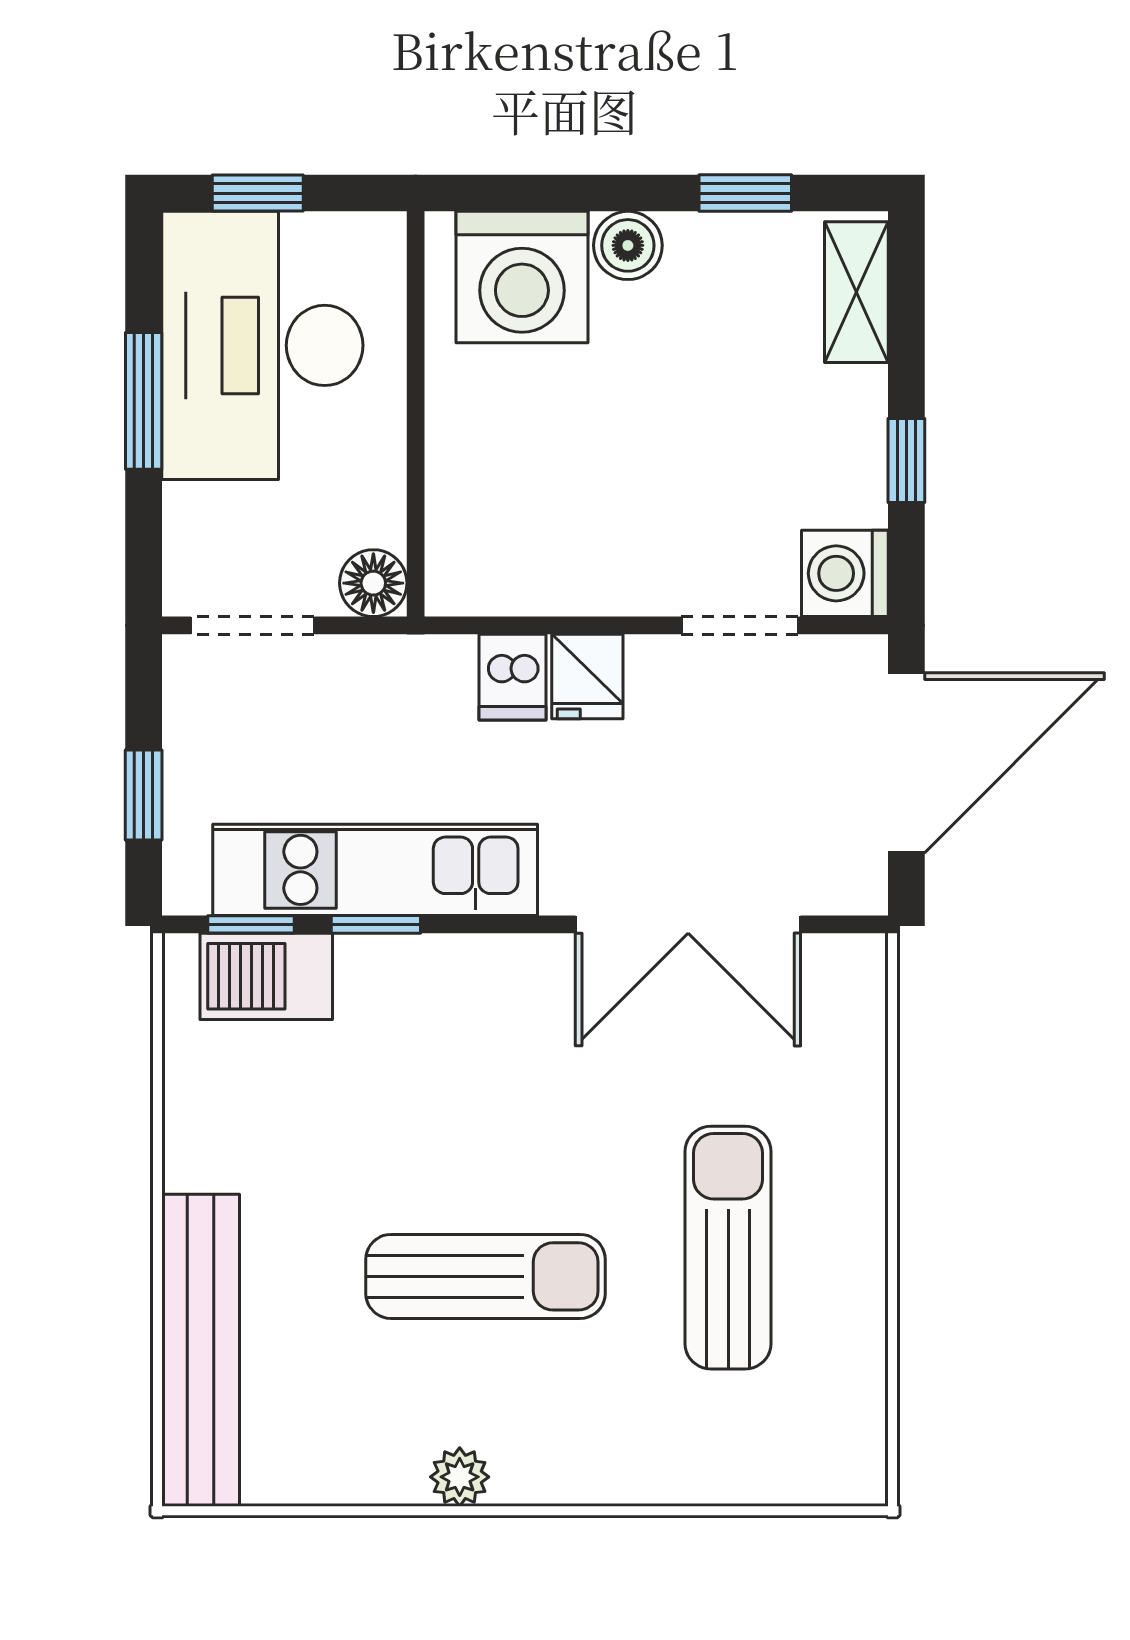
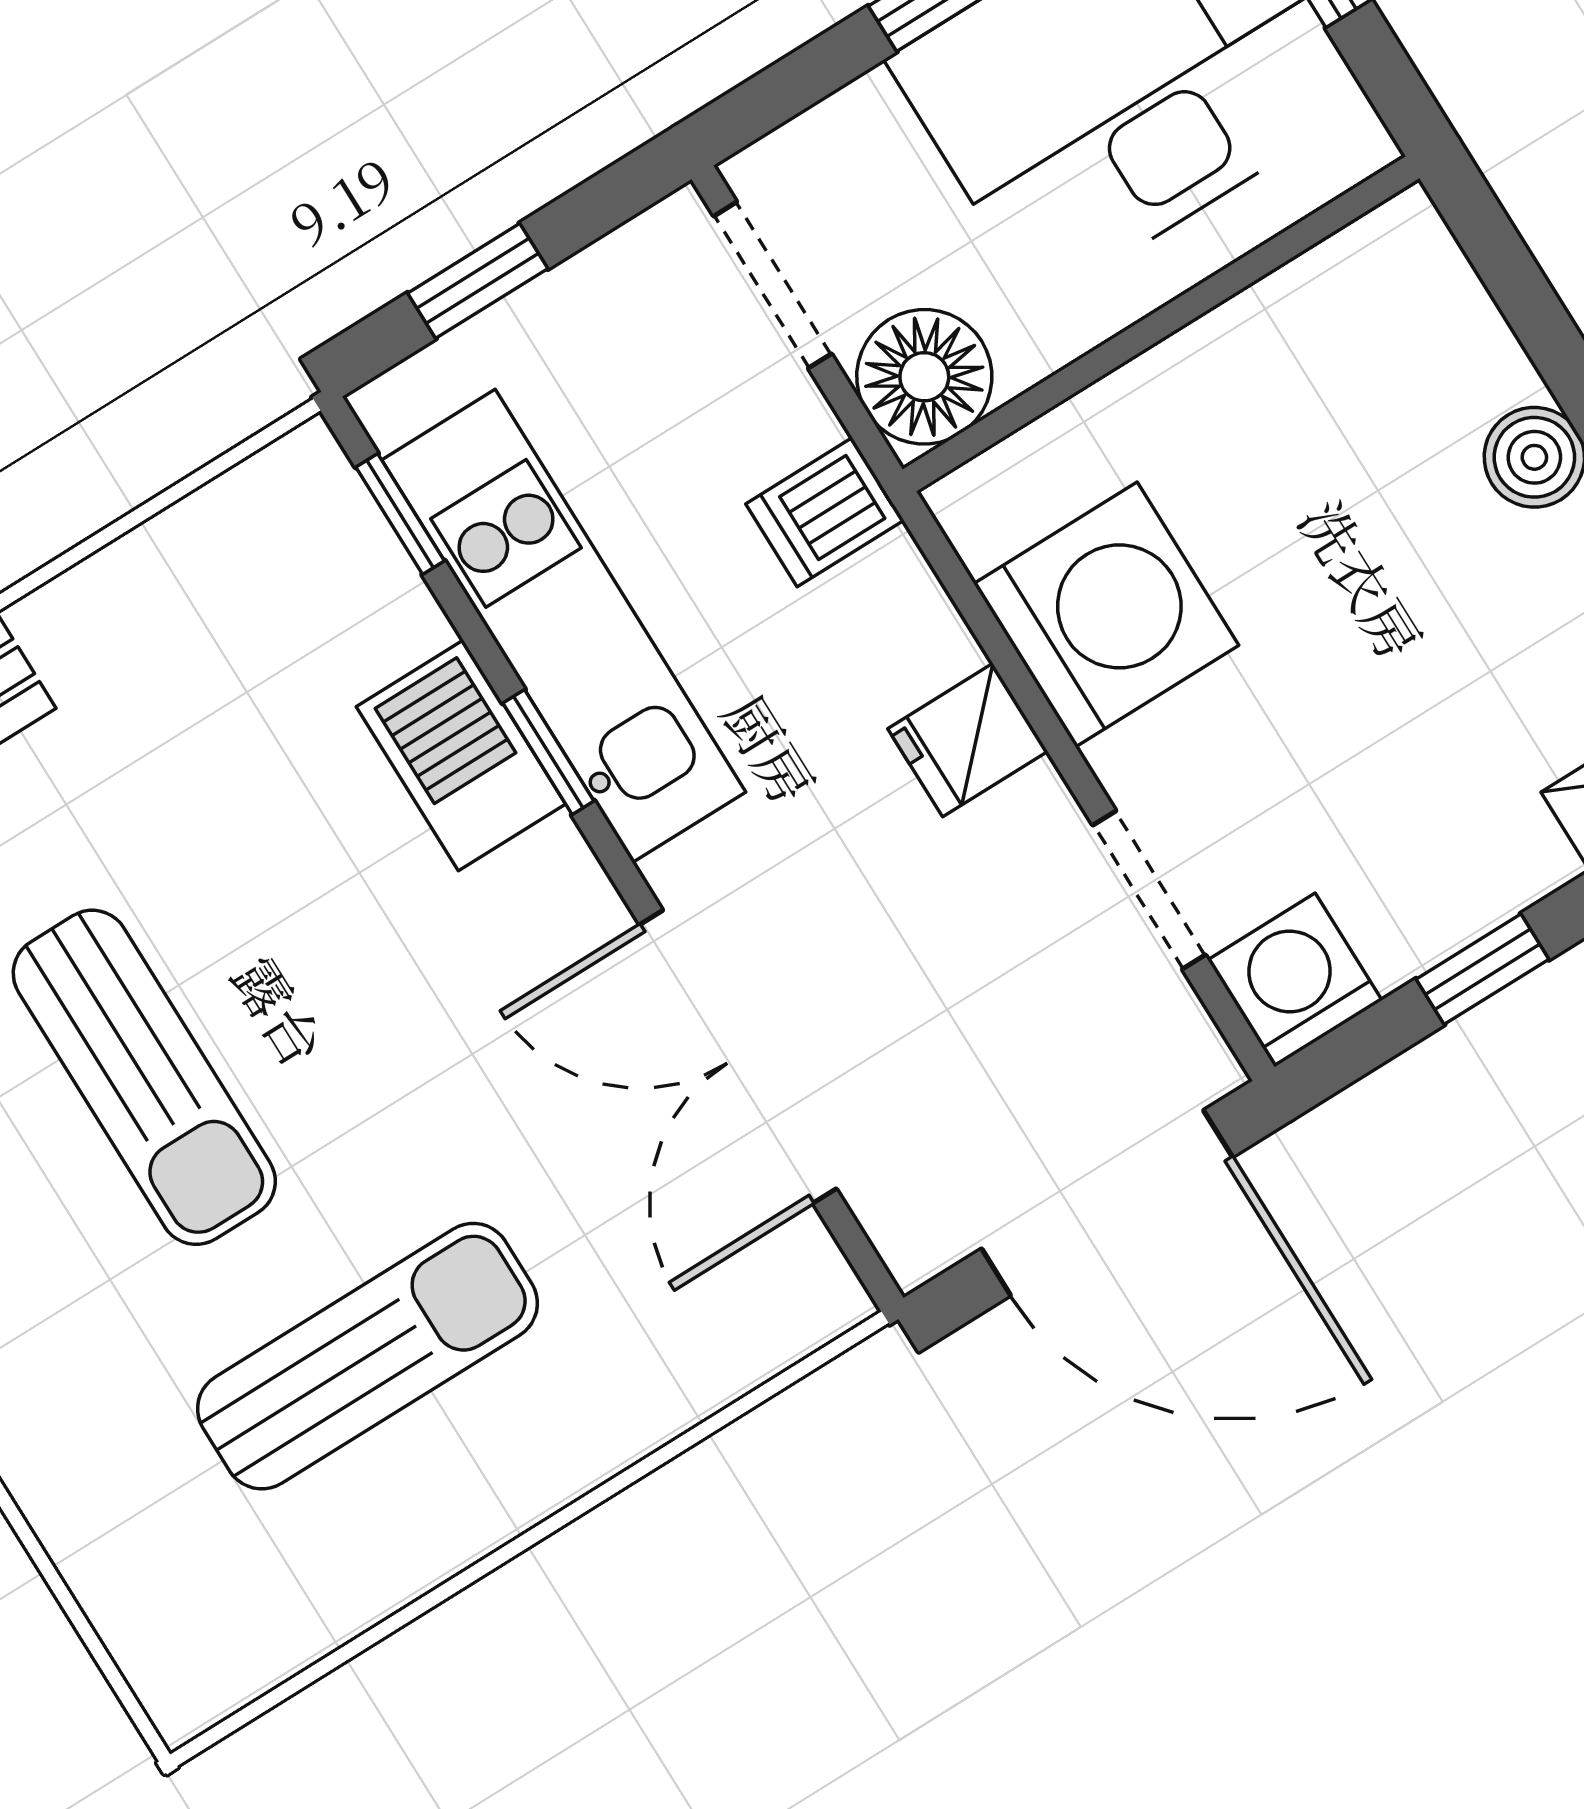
washing machine: (522, 277) -> (1106, 615), moved, turned 180
floor lamp: (373, 583) -> (924, 377), width x1.38, depth x1.38
dishwasher: (513, 677) -> (825, 512), moved
window: (376, 924) -> (548, 752), moved
barbecue: (266, 976) -> (461, 755), moved

